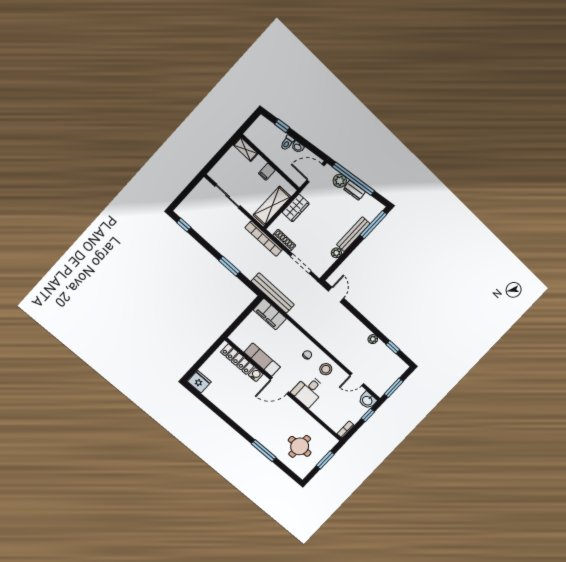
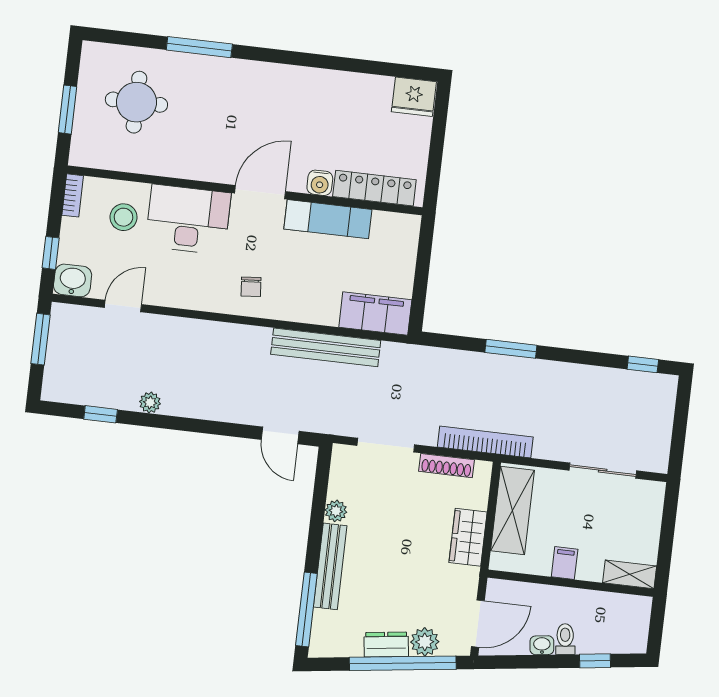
bench: (273, 293) -> (326, 347), moved
stool: (326, 369) -> (123, 217), moved
desk: (308, 391) -> (188, 219), width x1.37

